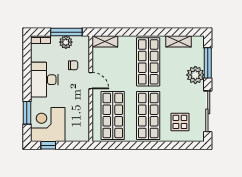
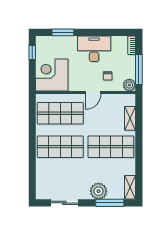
shelving: (105, 41) -> (130, 118), moved
shelving: (179, 41) -> (130, 187), moved
plant: (66, 42) -> (129, 85), moved
sliding door: (208, 111) -> (64, 203), width x0.73
display table: (180, 122) -> (54, 177), removed
corner desk: (48, 124) -> (52, 75), moved, turned -90

